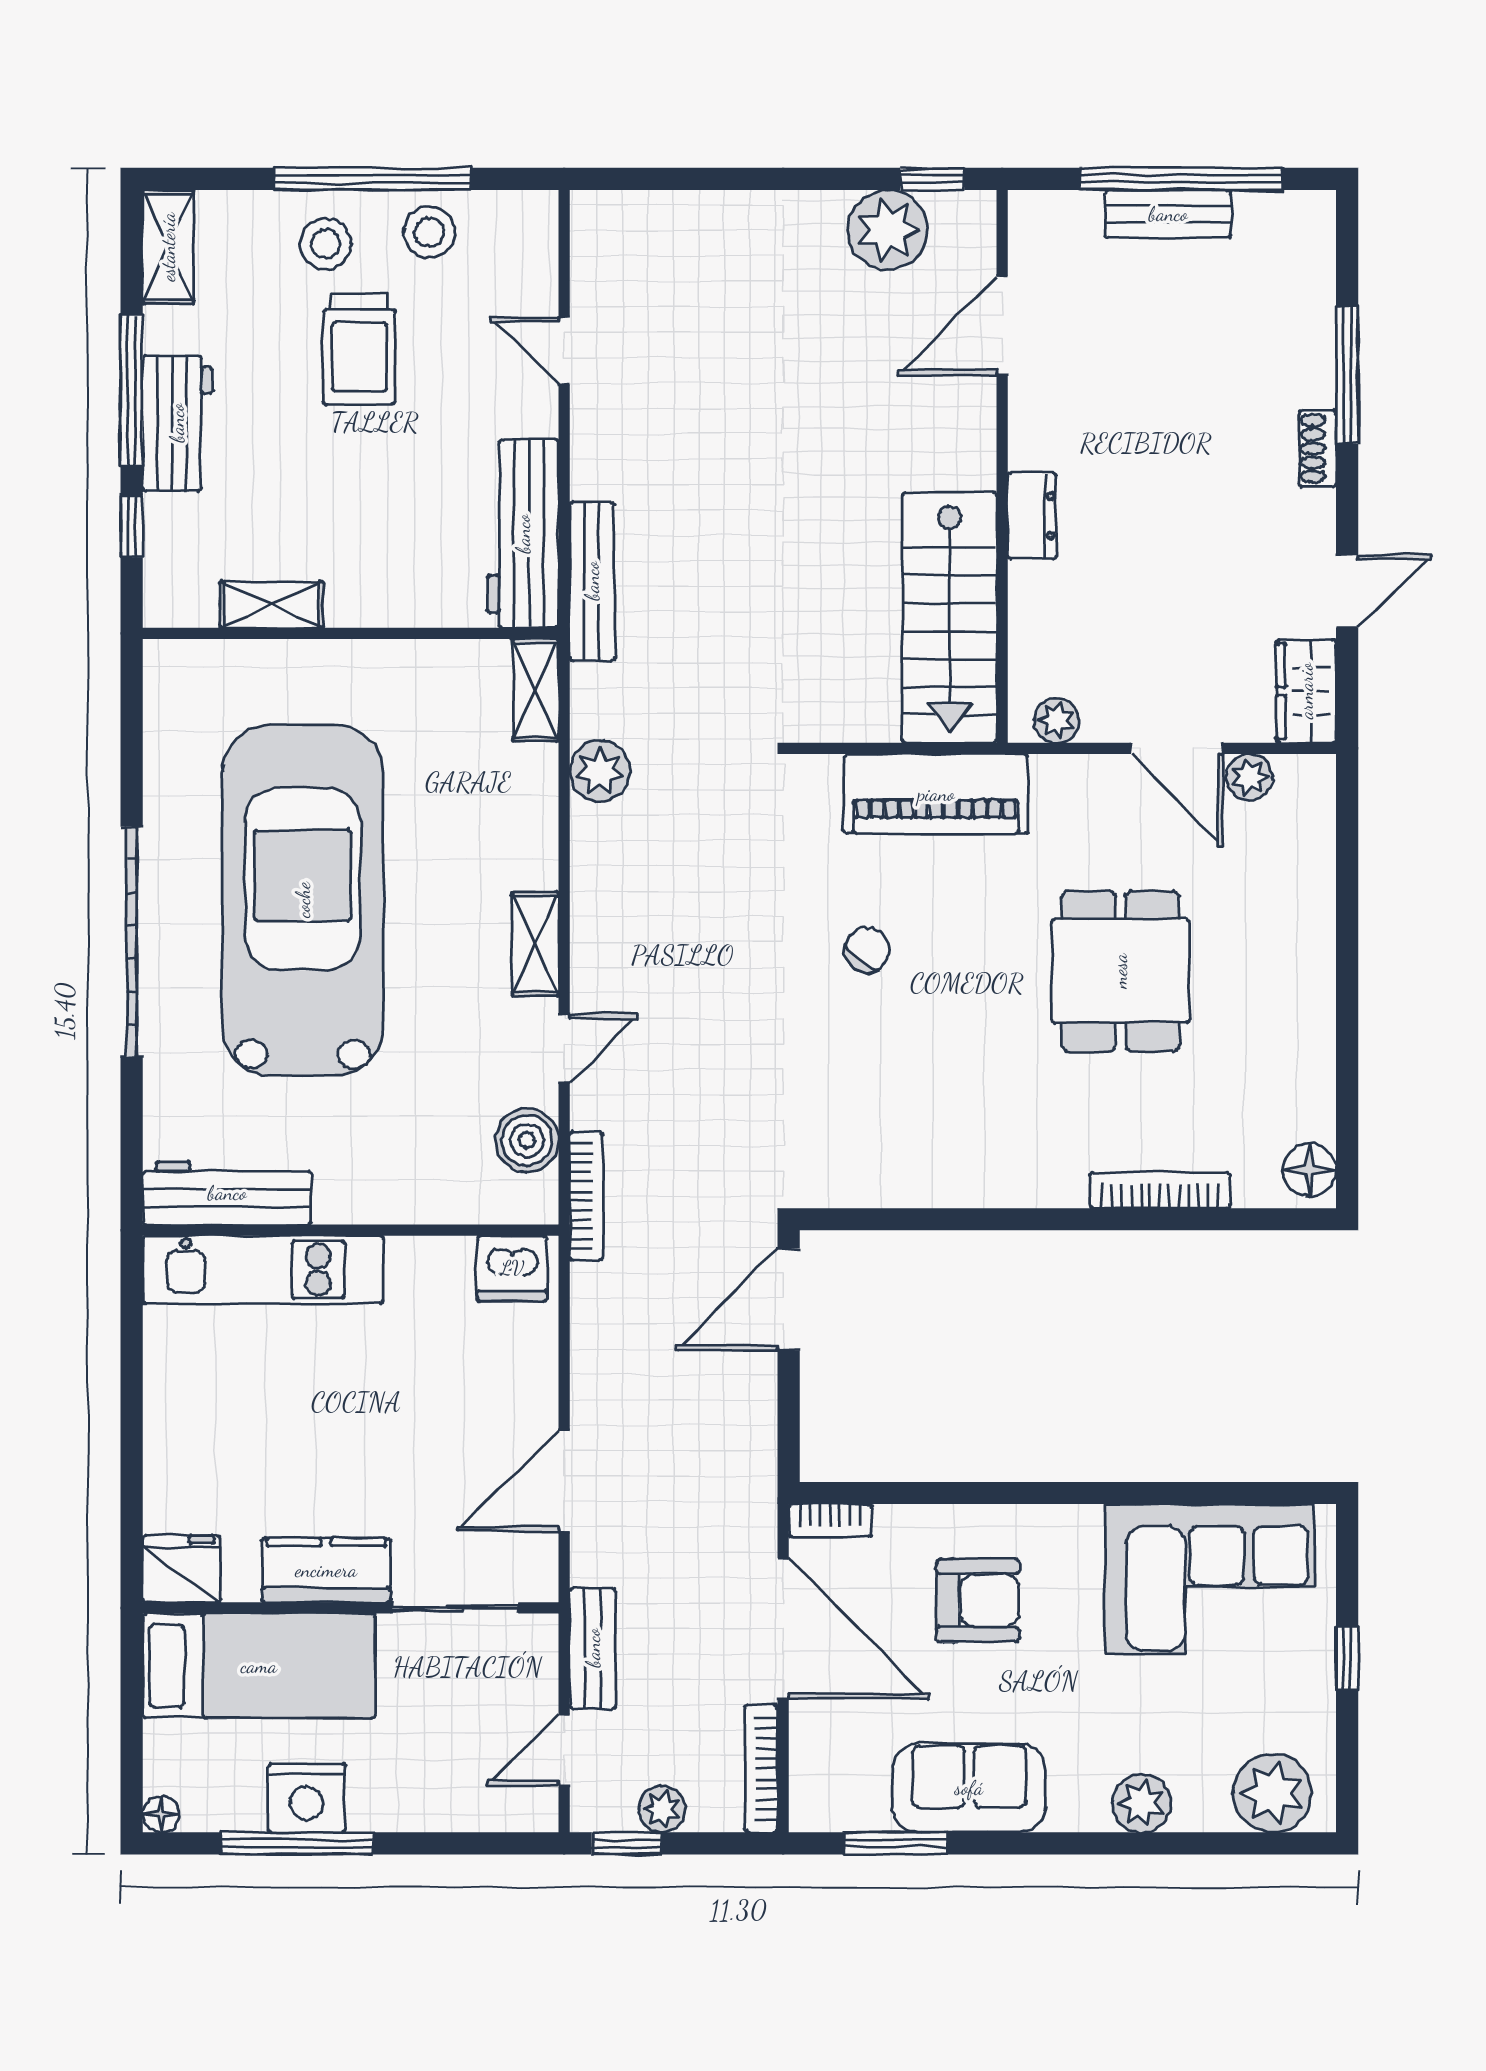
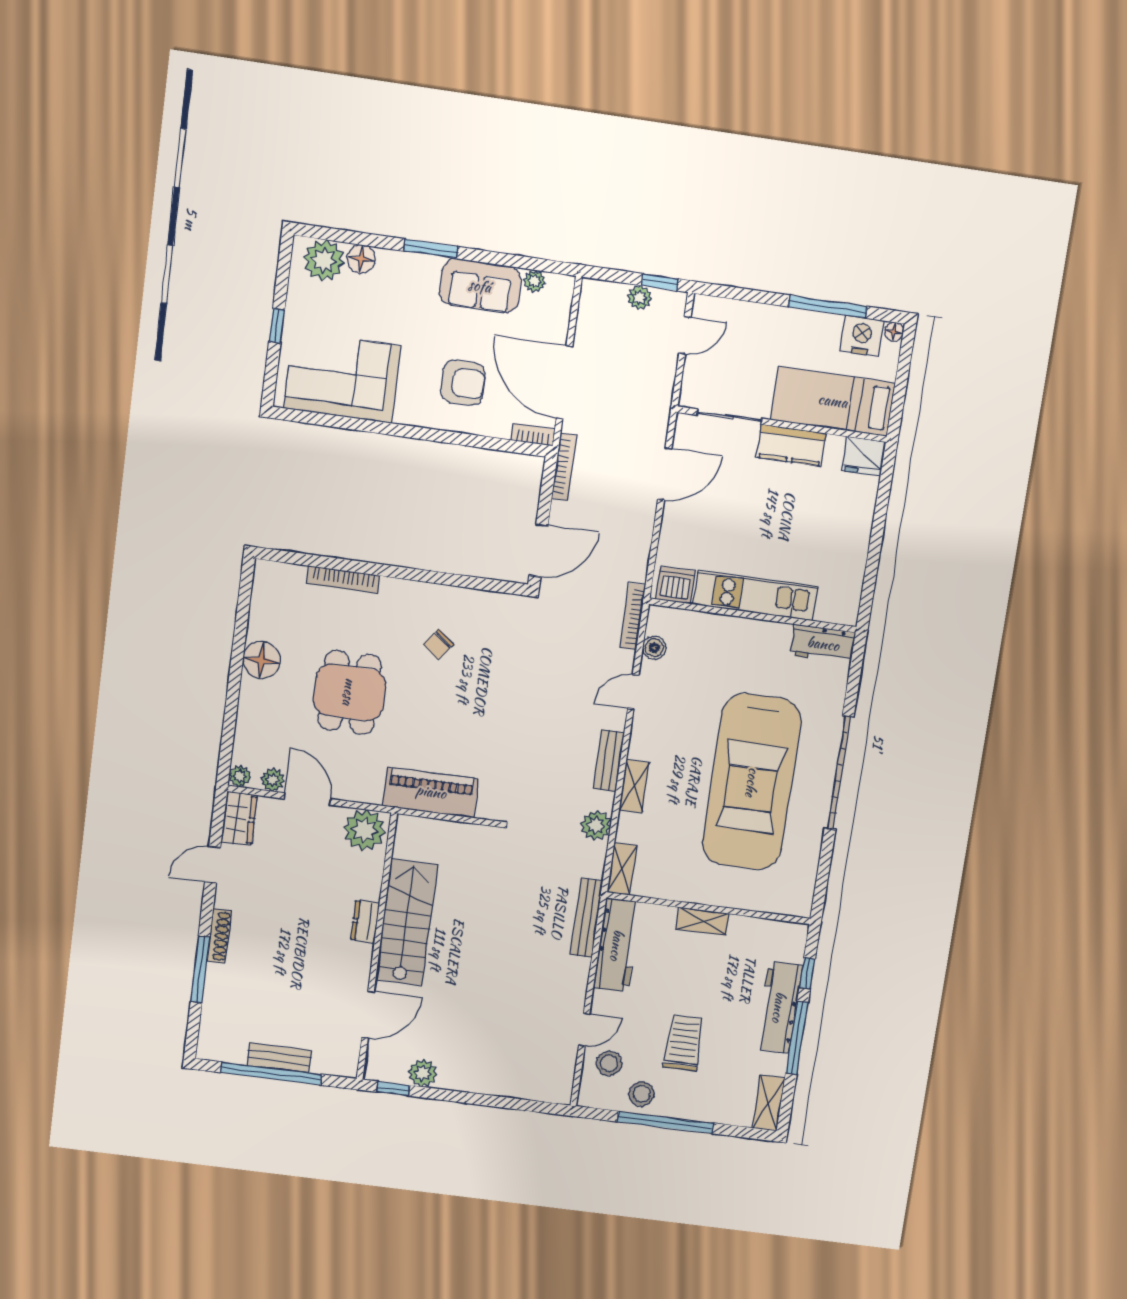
plant: (888, 230) -> (423, 1073), width x0.73, depth x0.73
stool: (326, 244) -> (609, 1063), moved
door: (564, 351) -> (584, 1030), hinge flipped
workbench: (177, 423) -> (779, 1007), width x1.38
shoe rack: (1318, 448) -> (219, 936), width x1.43
shelving: (271, 605) -> (702, 921), moved
stairs: (949, 618) -> (407, 922), moved
plant: (1056, 720) -> (364, 830), width x1.88, depth x1.88
plant: (1314, 776) -> (240, 776), added
shelving: (535, 944) -> (634, 786), moved
chair: (867, 950) -> (438, 644), moved
boiler: (527, 1140) -> (654, 648), width x0.73, depth x0.73
floor lamp: (1309, 1170) -> (261, 660), moved, width x1.38, depth x1.38
workbench: (227, 1193) -> (823, 644), width x0.73
kitchen unit: (263, 1270) -> (755, 596), moved
armchair: (978, 1600) -> (463, 383), turned 180
bench: (593, 1648) -> (609, 761), moved
bookcase: (761, 1769) -> (564, 467), moved
nightstand: (307, 1798) -> (862, 336), moved
plant: (1142, 1803) -> (535, 281), moved, width x0.73, depth x0.73
floor lamp: (1202, 1806) -> (361, 259), added
window: (895, 1843) -> (431, 249), moved

